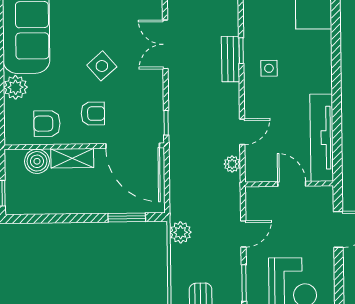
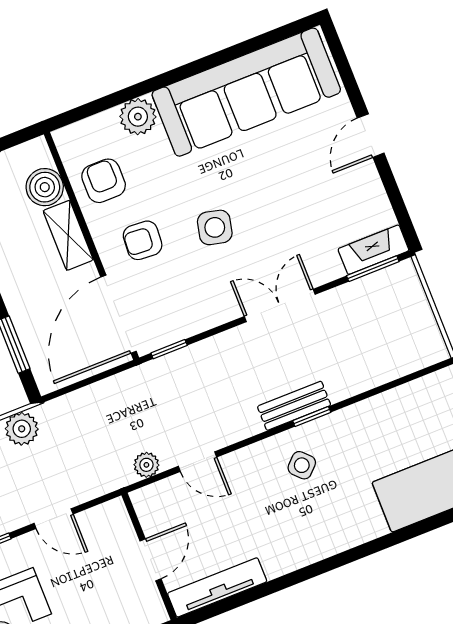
side table: (102, 66) -> (215, 227), turned -36
side table: (269, 68) -> (302, 465), turned 45
armchair: (93, 114) -> (143, 240), turned 94
tv unit: (322, 138) -> (217, 587), width x0.73, depth x0.78

